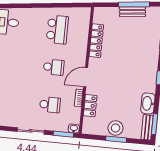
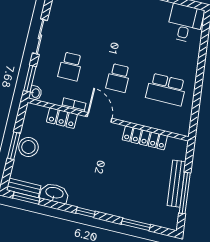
bench: (132, 12) -> (176, 184), width x1.36

